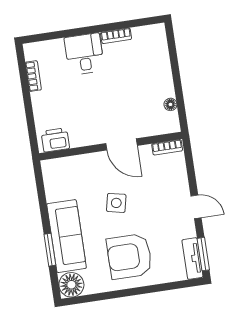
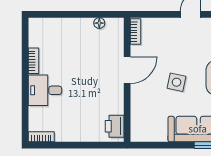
bookcase: (33, 76) -> (41, 137), moved

